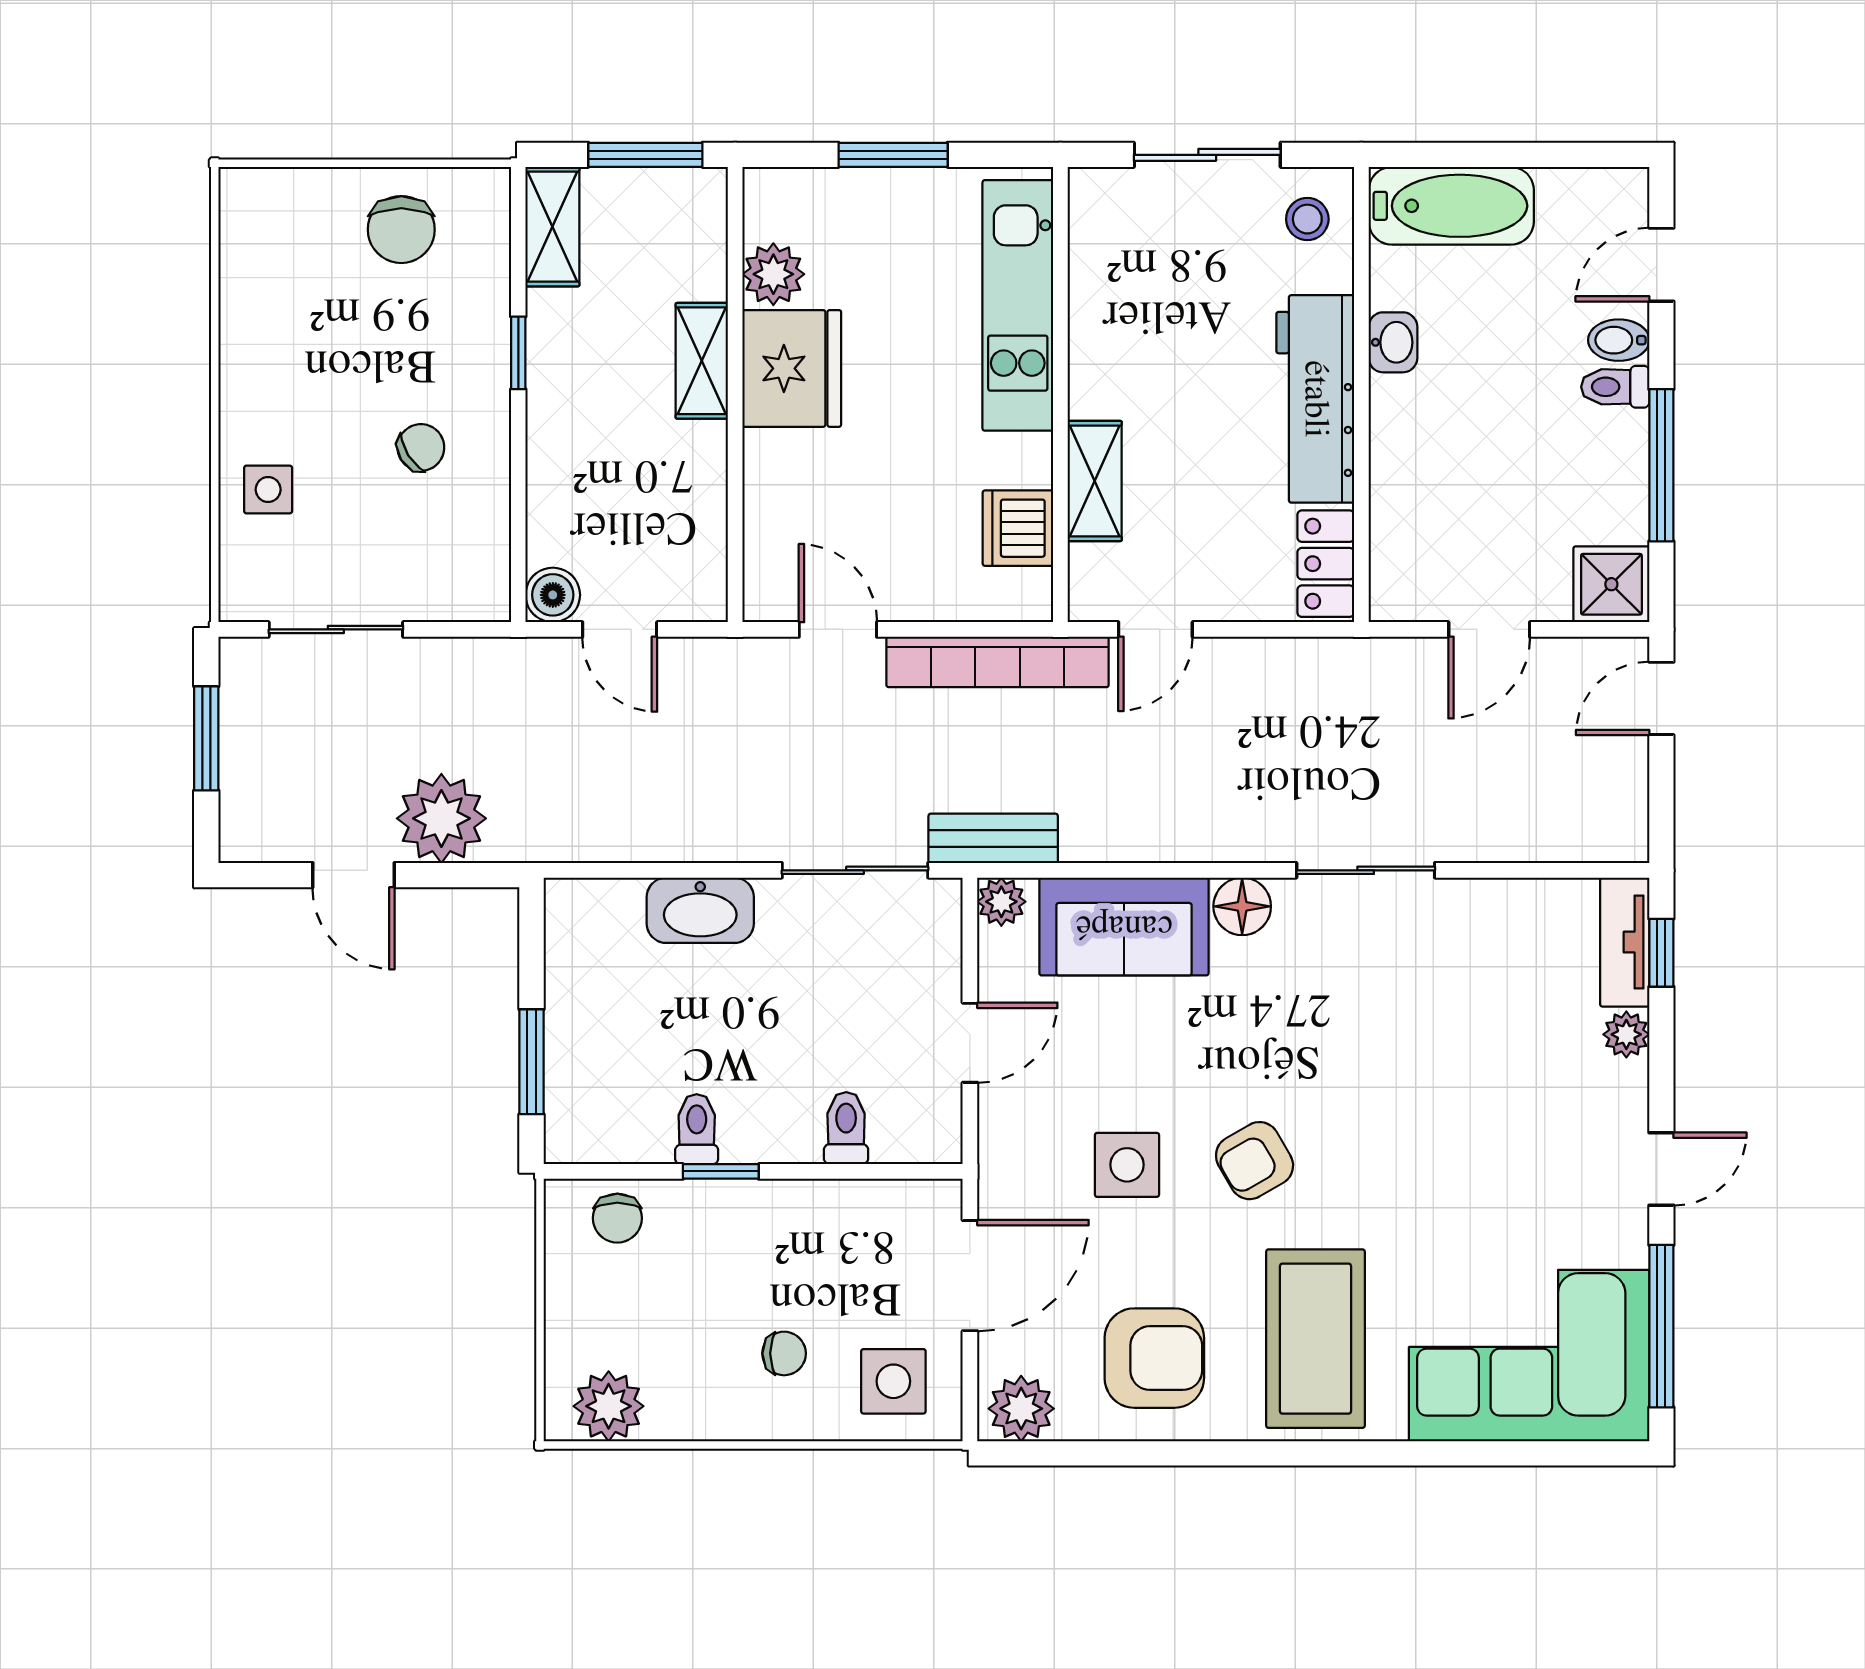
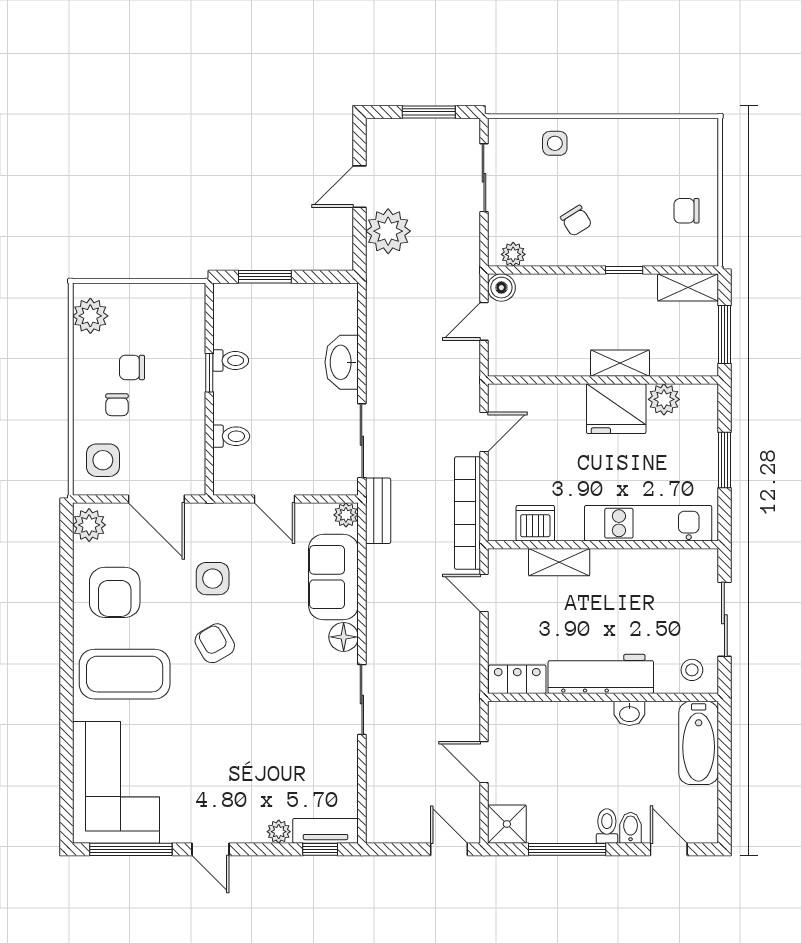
chair: (401, 230) -> (687, 211), width x0.73, depth x0.73
plant: (487, 572) -> (513, 254), added
chair: (617, 1218) -> (132, 367), moved

